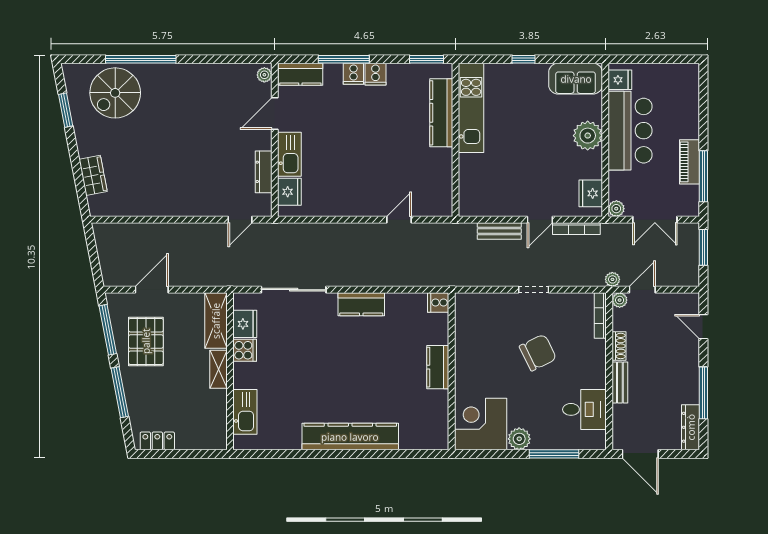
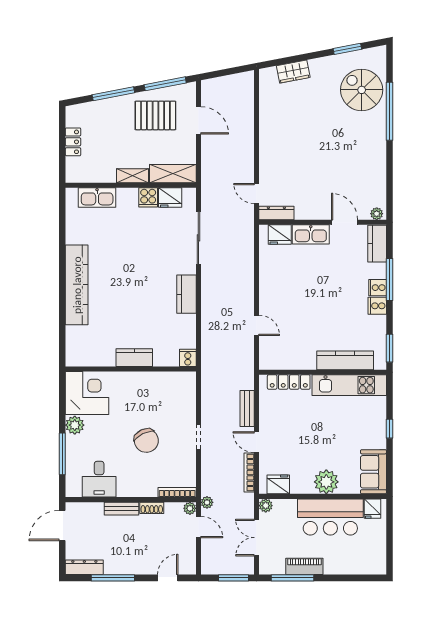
dresser: (264, 172) -> (276, 213), moved
locker: (467, 181) -> (289, 382), added
locker: (157, 441) -> (73, 142), moved

